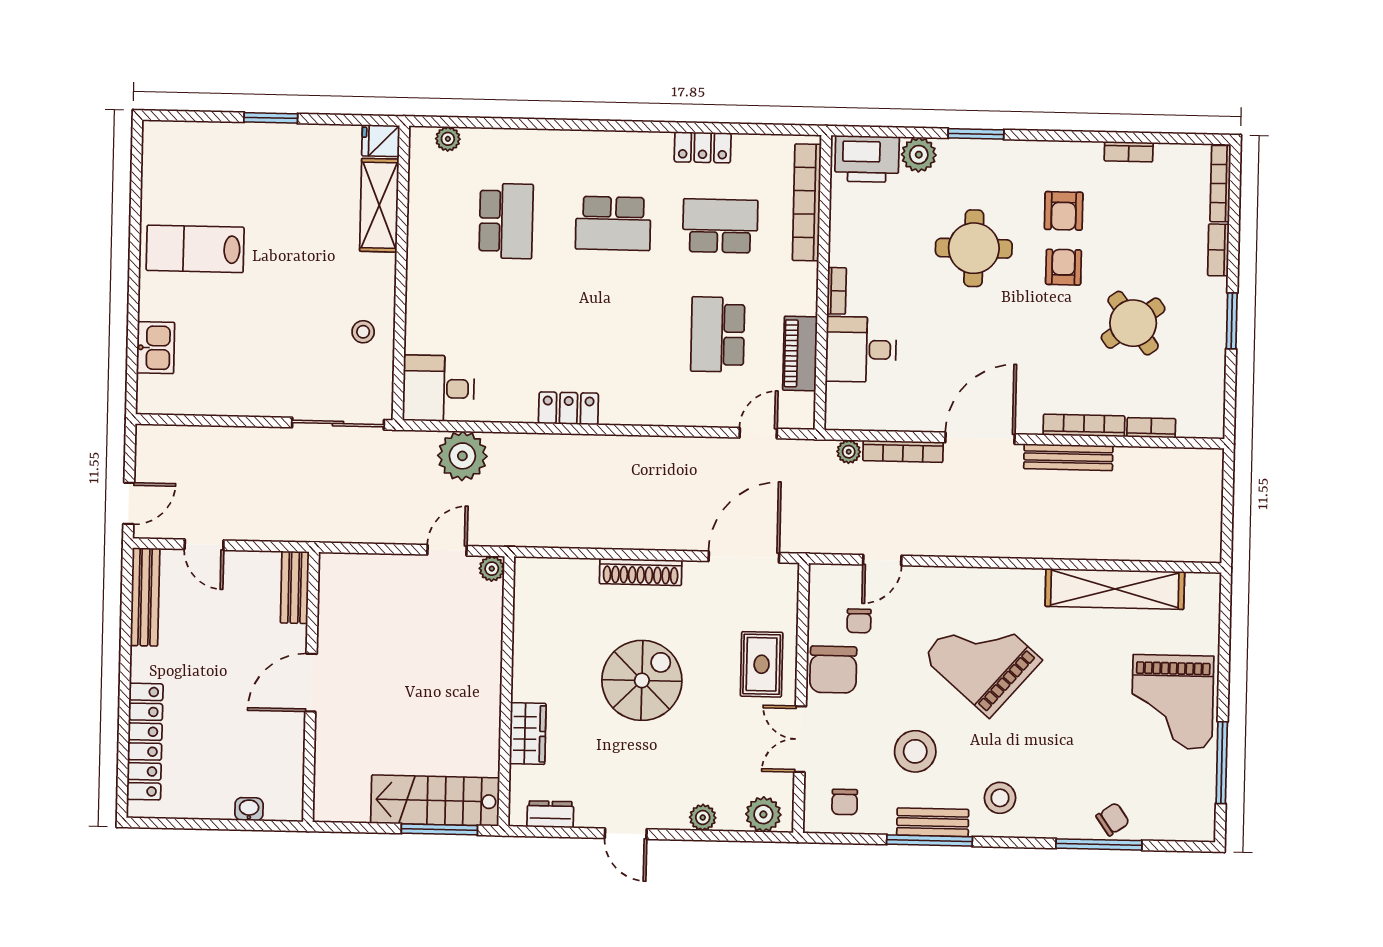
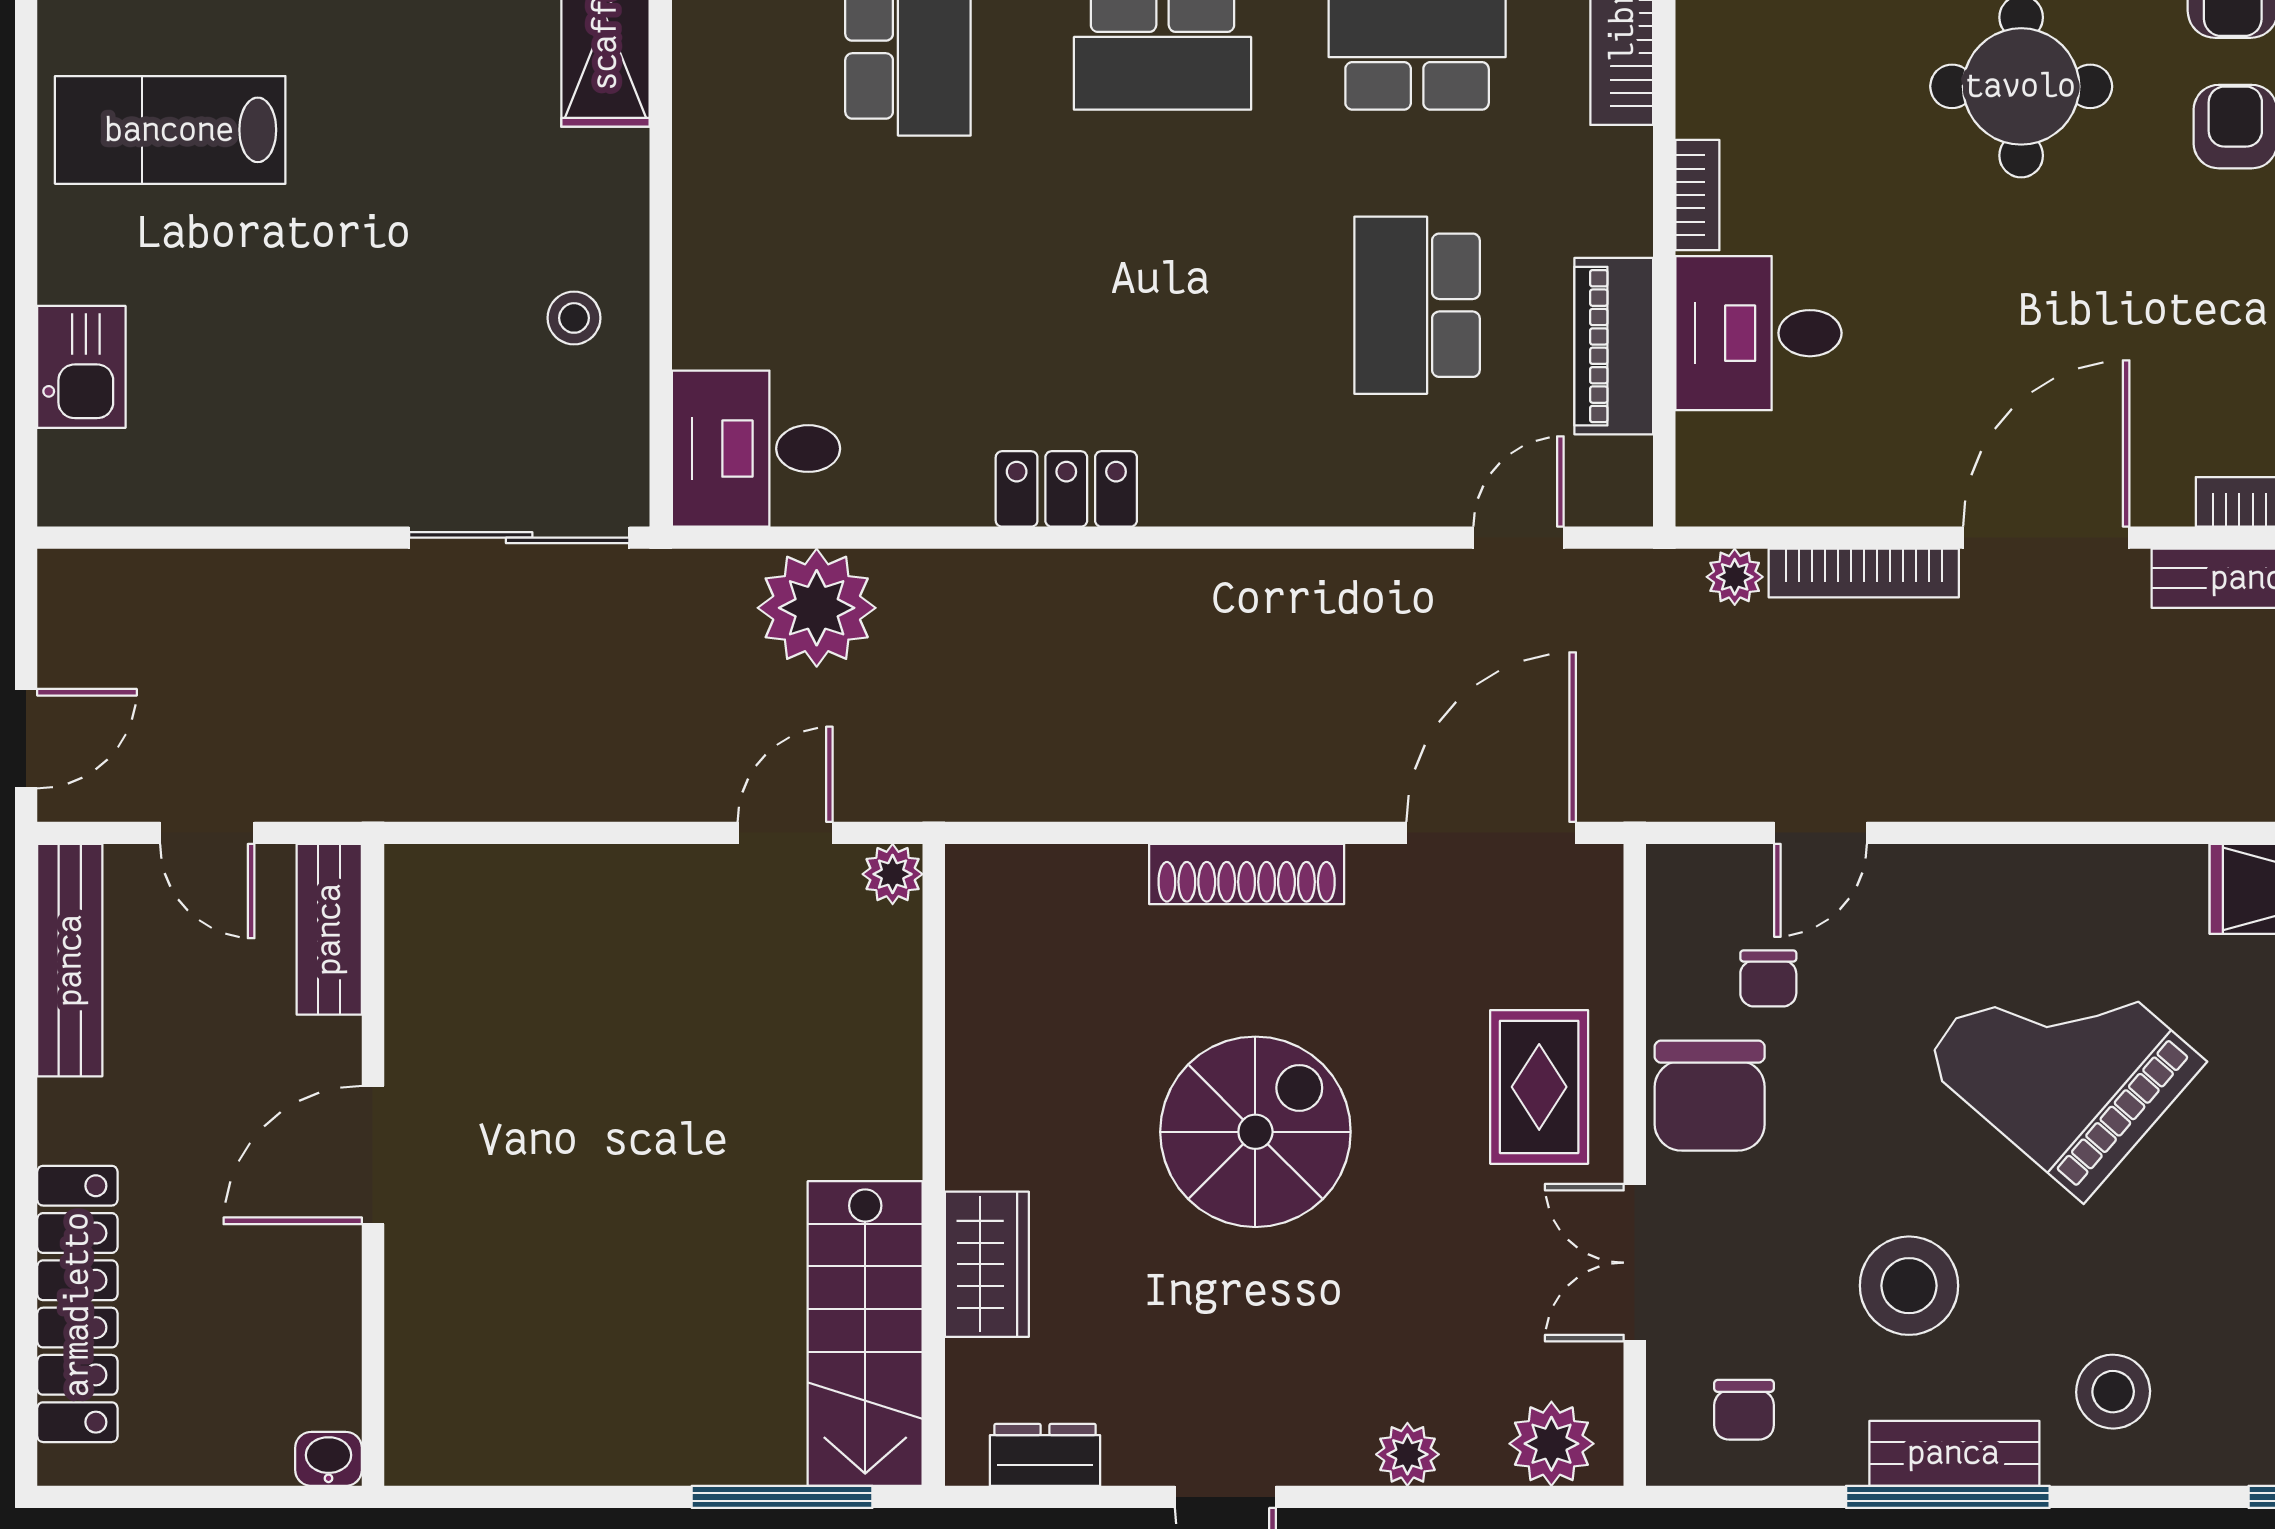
bench: (295, 587) -> (329, 929), moved
door: (311, 683) -> (373, 1155), moved
wall: (311, 687) -> (373, 1165), moved
stairs: (435, 801) -> (865, 1334), moved, turned -90

